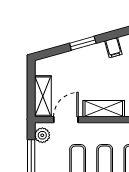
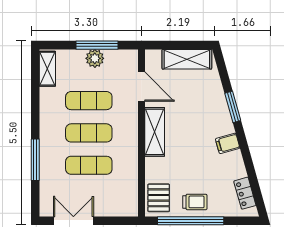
shelving: (43, 96) -> (187, 59), moved
plant: (42, 135) -> (95, 58), moved

